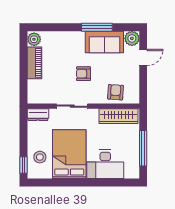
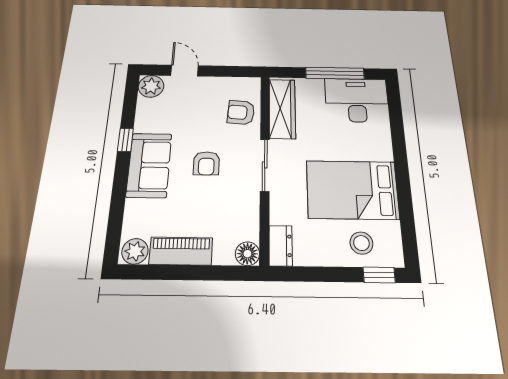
window: (97, 27) -> (125, 140), width x0.46
sofa: (104, 42) -> (149, 165), moved
floor lamp: (34, 97) -> (247, 254), added
sliding door: (72, 106) -> (265, 165), moved
desk: (105, 164) -> (357, 100), moved, turned -90

